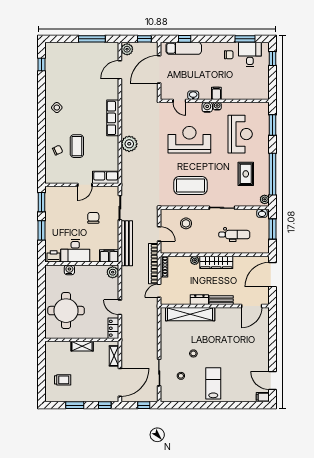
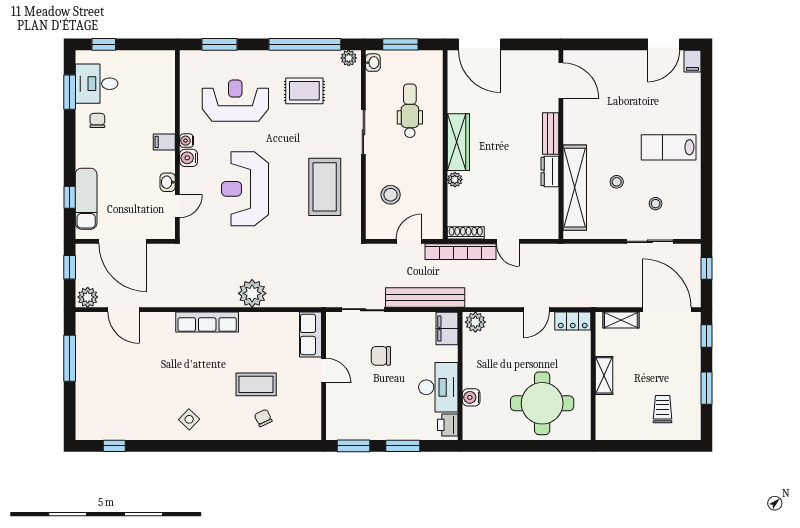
dresser: (199, 300) -> (550, 171), moved
bench: (221, 300) -> (551, 134), moved
wall: (215, 306) -> (561, 145), moved
door: (252, 306) -> (561, 81), moved
shelving: (190, 314) -> (575, 188), moved

